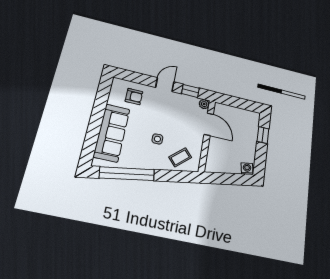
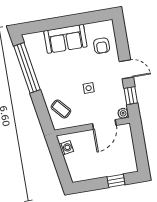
sofa: (112, 133) -> (65, 39), width x0.73
side table: (157, 139) -> (89, 88), moved
washing machine: (247, 169) -> (66, 148), moved

